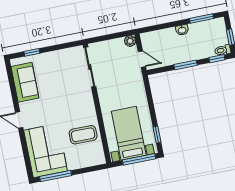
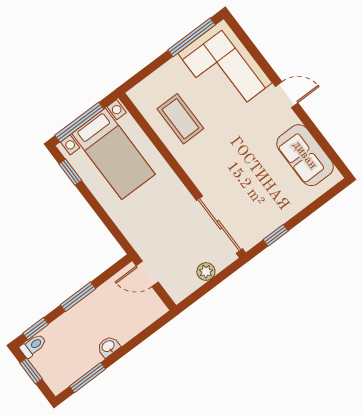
plant: (130, 41) -> (206, 271), moved
window: (32, 52) -> (276, 235), moved
coffee table: (83, 135) -> (180, 119), turned 90

